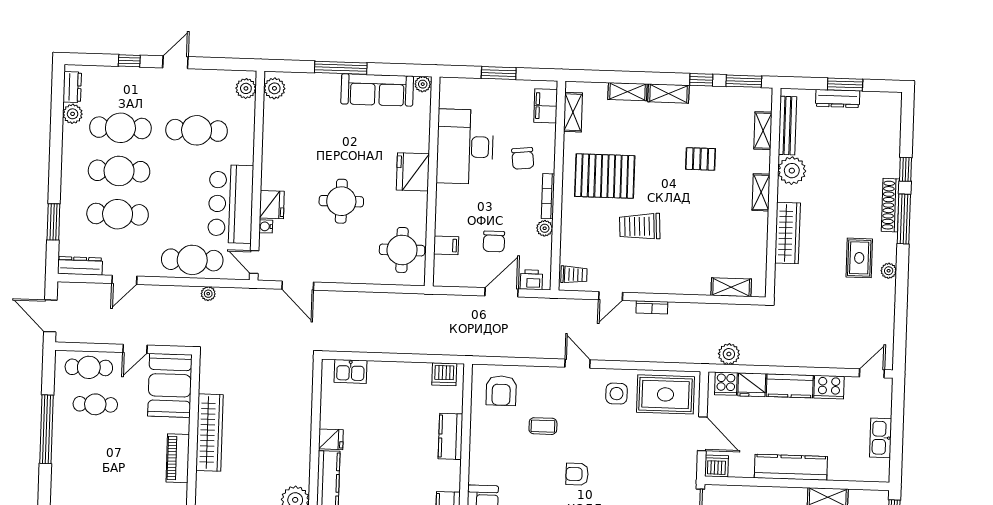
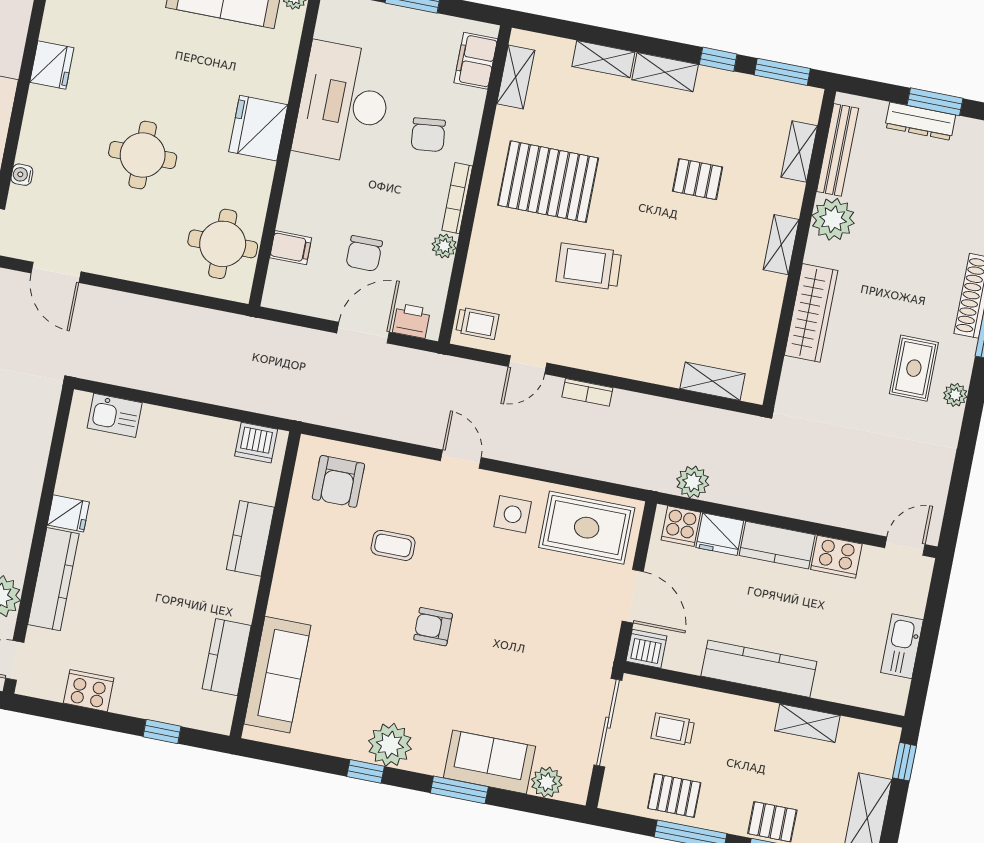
fridge: (272, 205) -> (52, 65), moved

